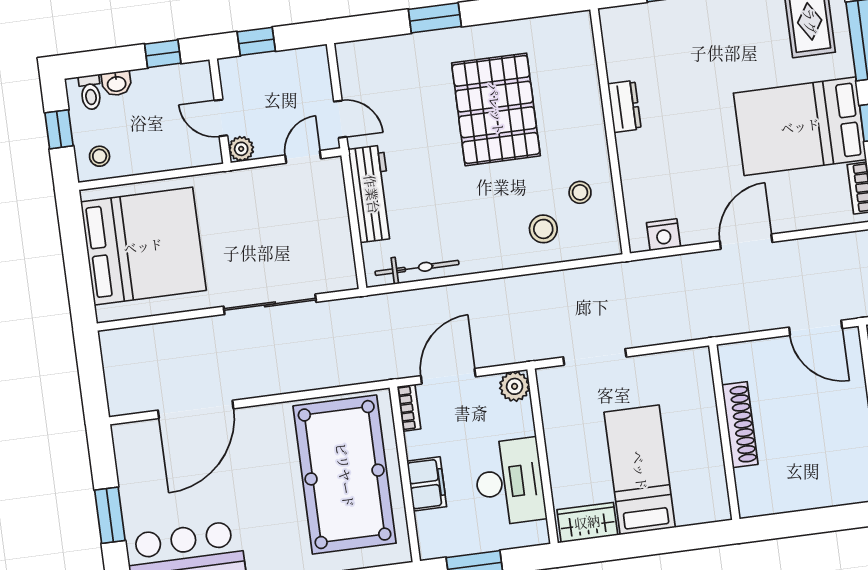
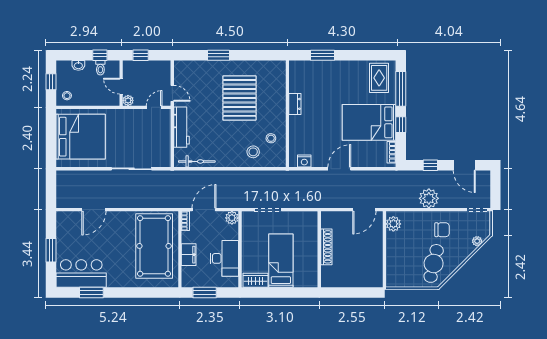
toilet: (90, 92) -> (100, 68), moved
door: (816, 328) -> (364, 210), hinge flipped
door: (196, 409) -> (94, 210), width x0.73

